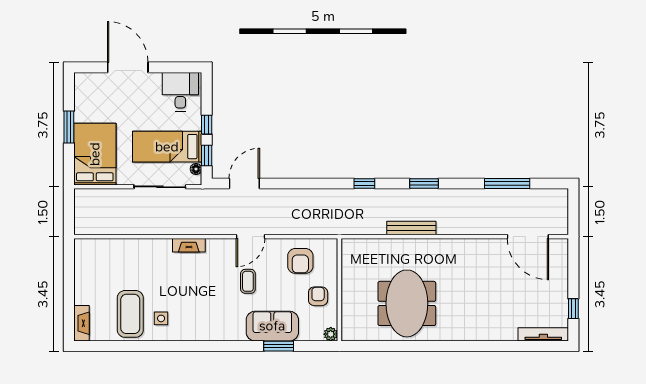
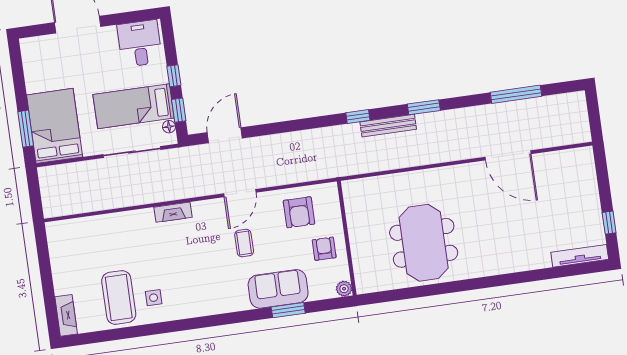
window: (69, 127) -> (26, 129), moved
bench: (411, 228) -> (388, 126), moved
door: (528, 237) -> (508, 155), moved

